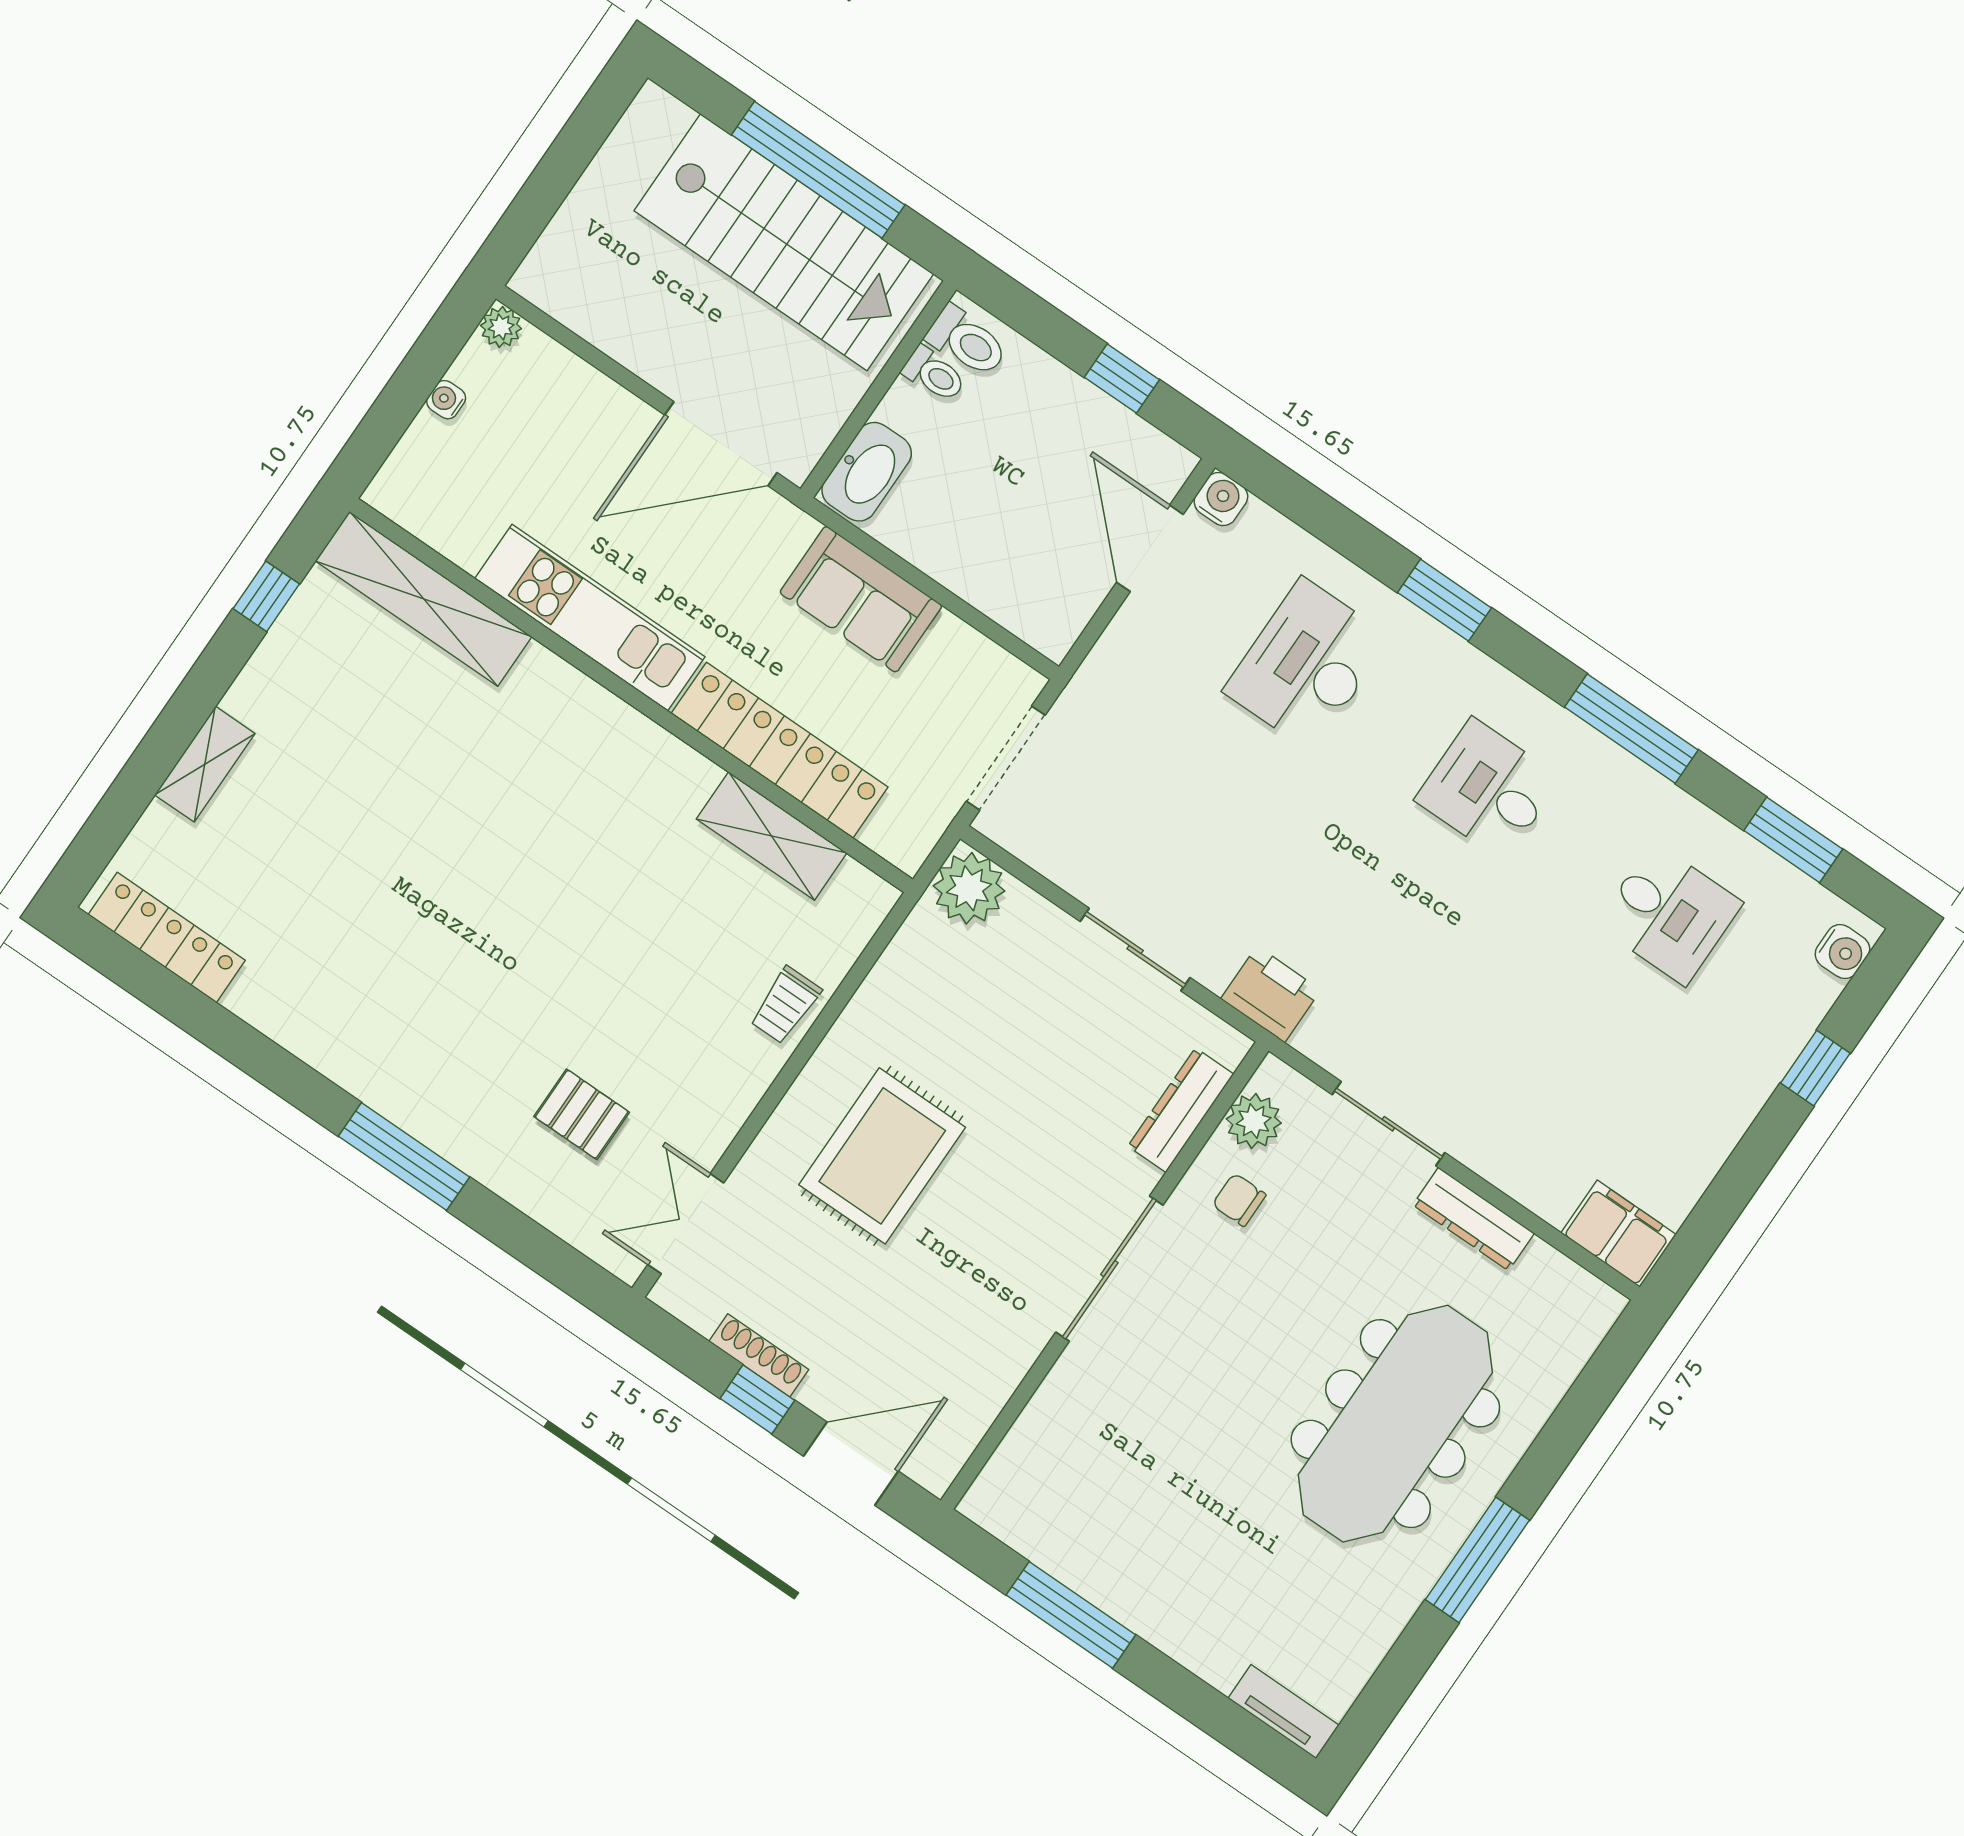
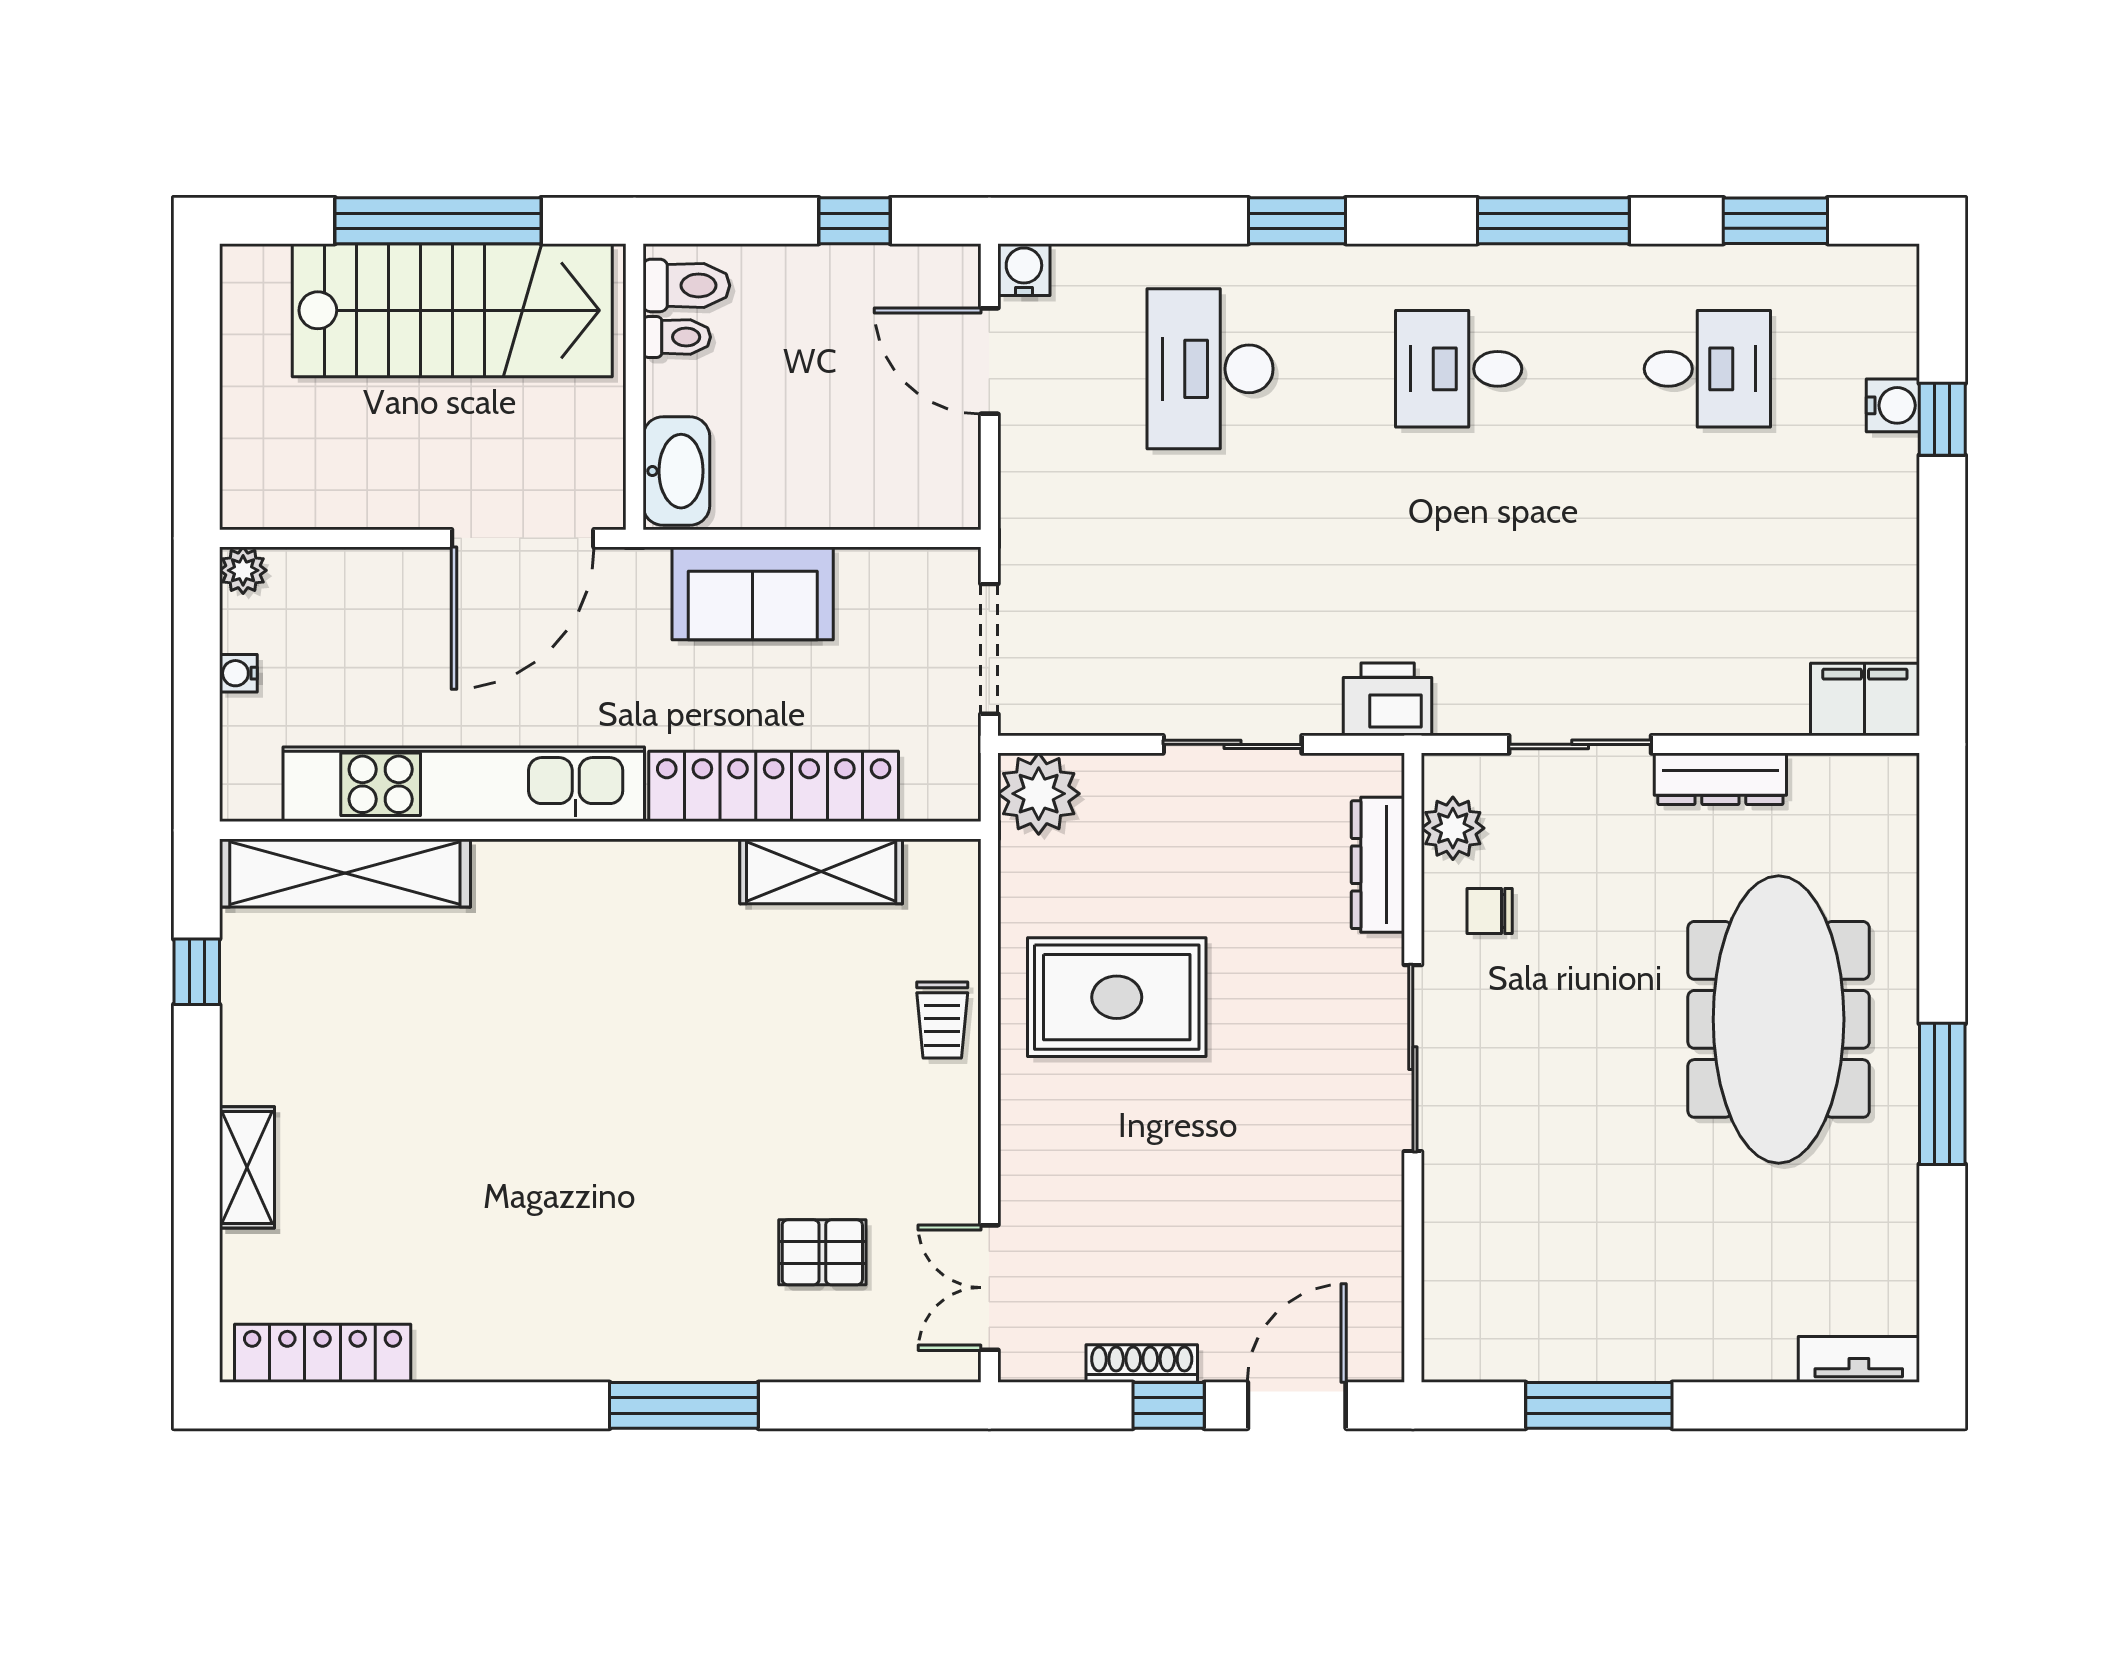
kitchen unit: (590, 618) -> (464, 784), width x1.36
water cooler: (1842, 952) -> (1893, 405), moved
rug: (882, 1156) -> (1117, 997), moved, turned 90

